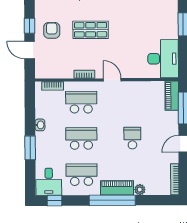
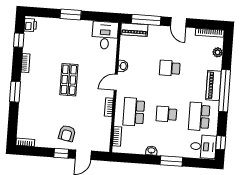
armchair: (52, 30) -> (67, 133), turned -79
shop shelf: (91, 30) -> (69, 80), moved
desk: (163, 59) -> (105, 35), width x0.73
washbasin: (131, 86) -> (123, 66), added
school desk: (81, 138) -> (166, 114), width x0.54
plant: (140, 190) -> (218, 52), moved

